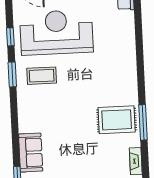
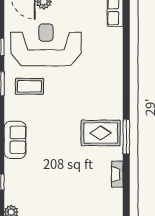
sofa: (31, 153) -> (15, 140), moved

